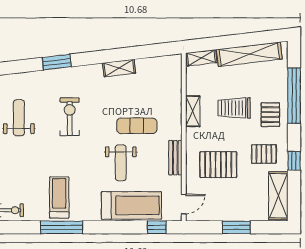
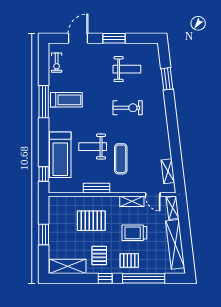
window: (57, 62) -> (167, 79), moved
shelving: (119, 68) -> (168, 171), moved
trolley: (234, 108) -> (134, 233), turned -90
window: (294, 161) -> (105, 278), moved
pallet: (218, 165) -> (91, 221), turned 90
door: (184, 204) -> (153, 195), moved

